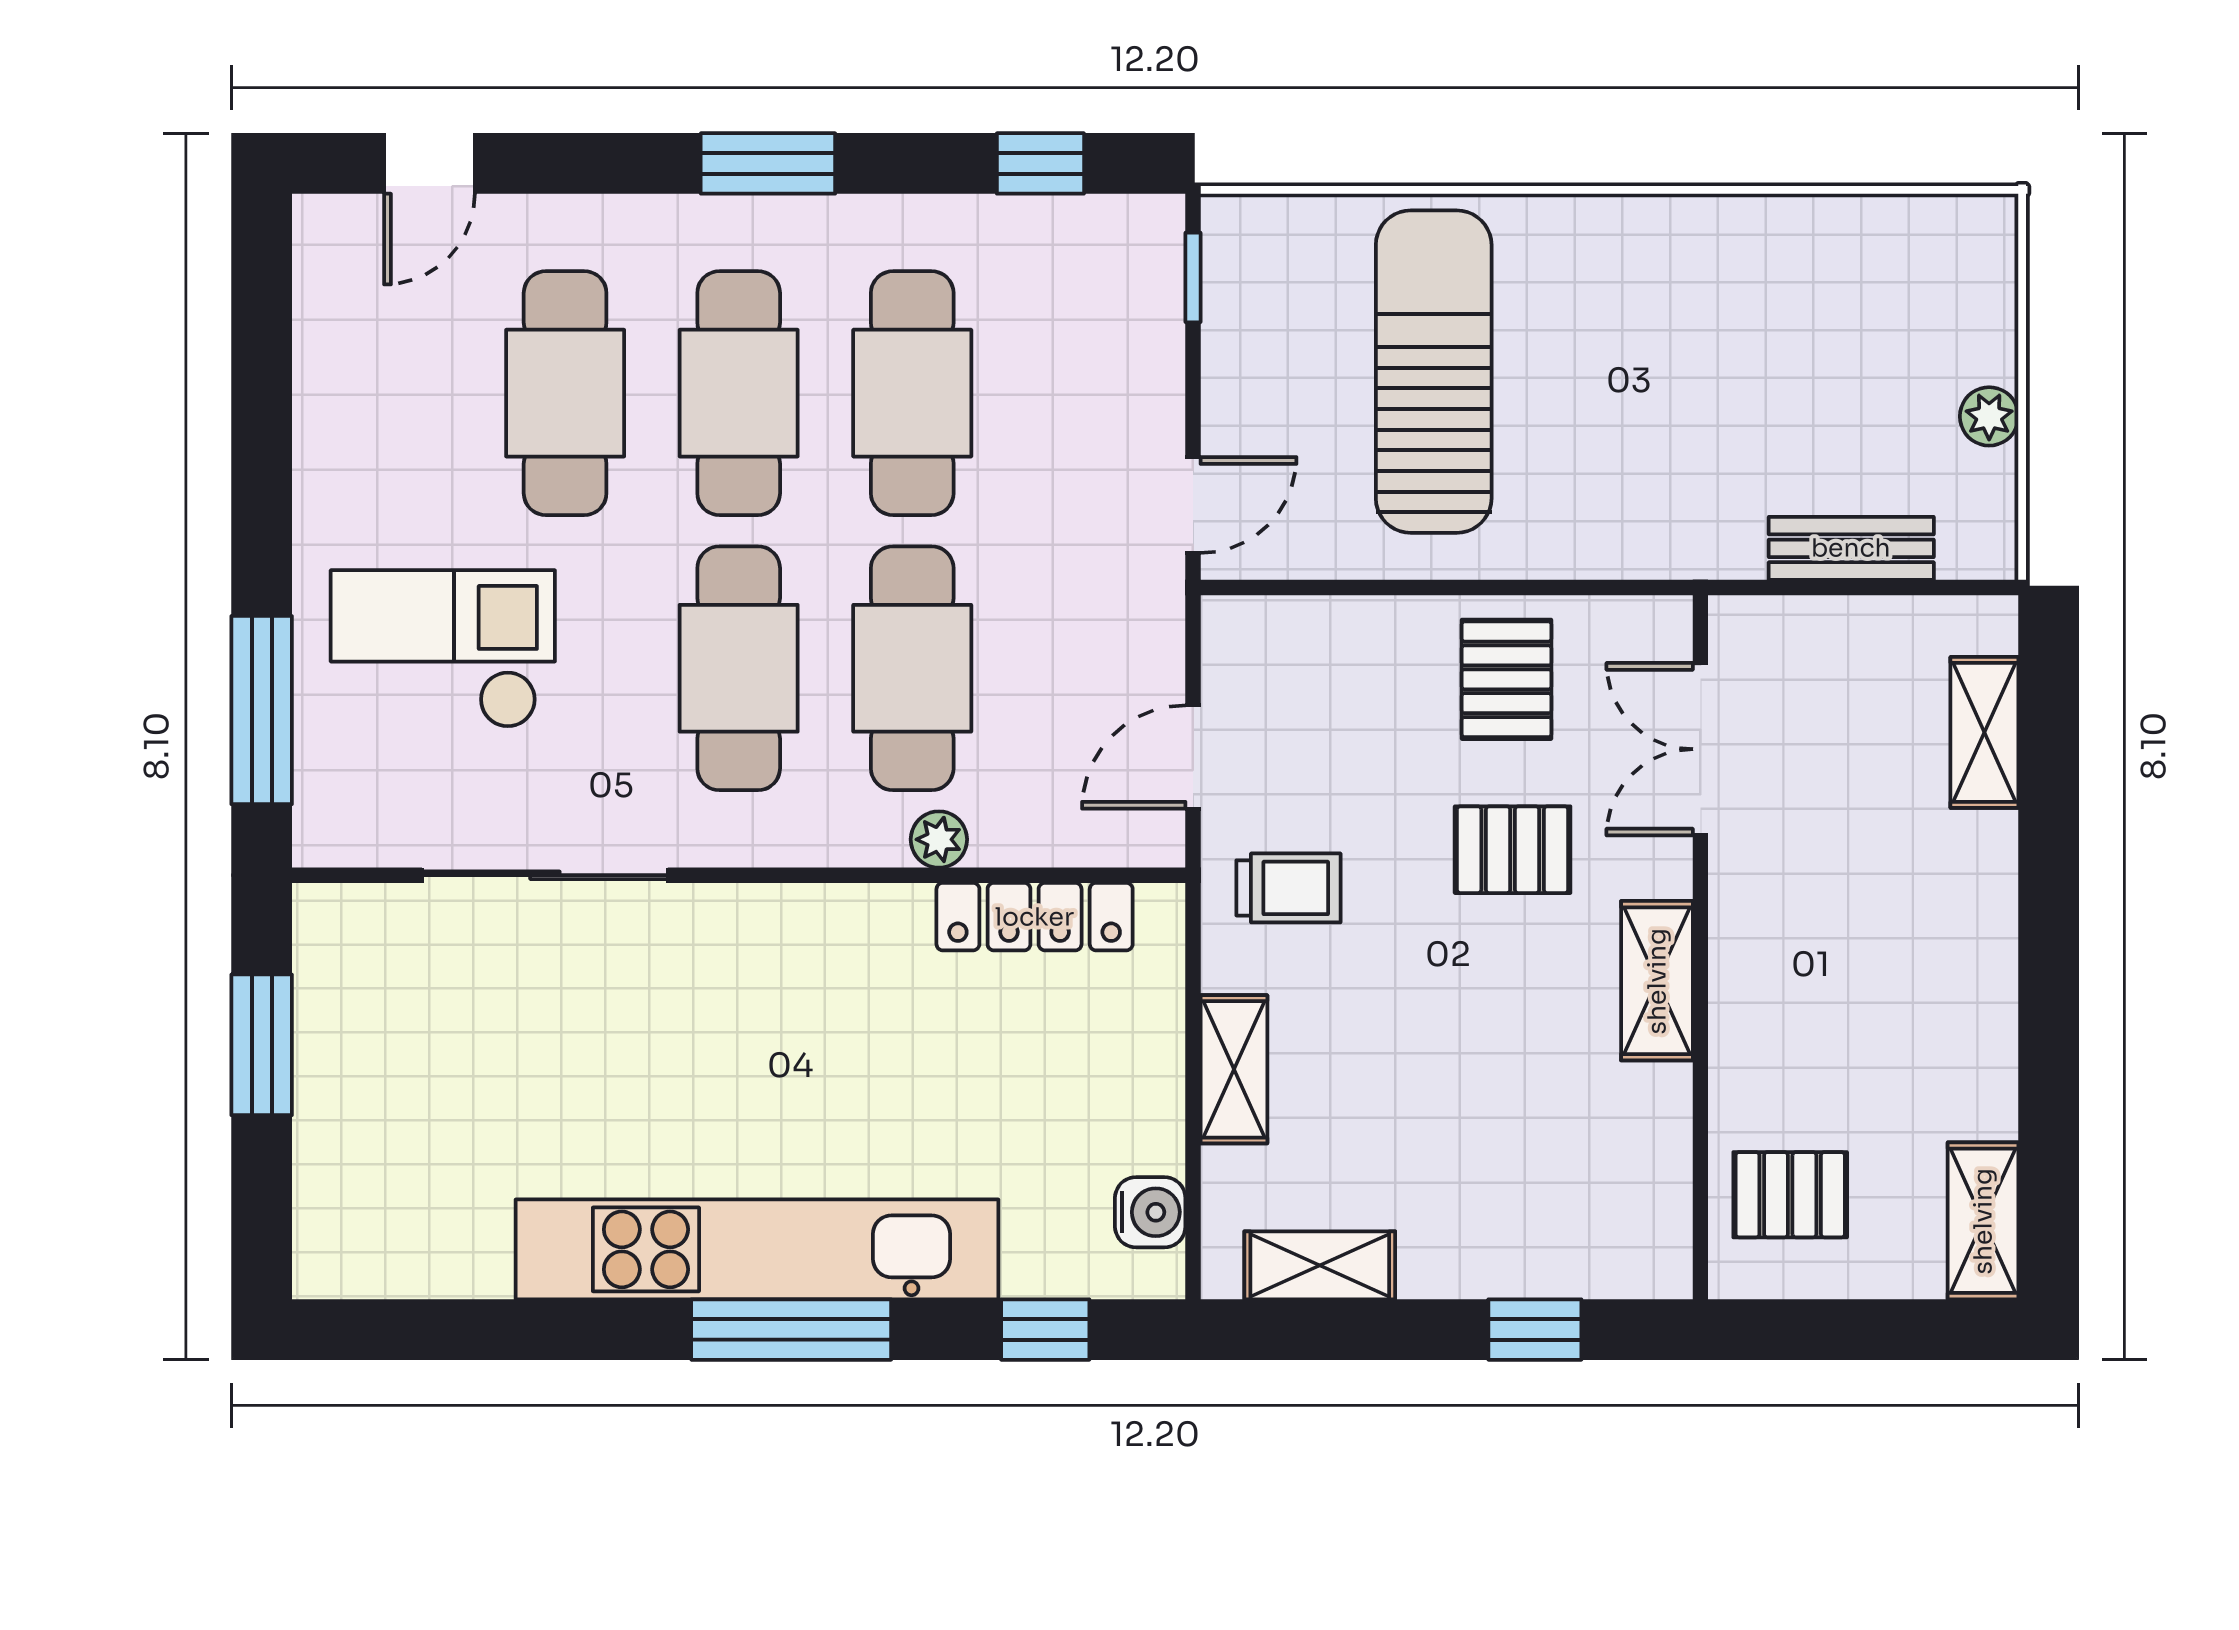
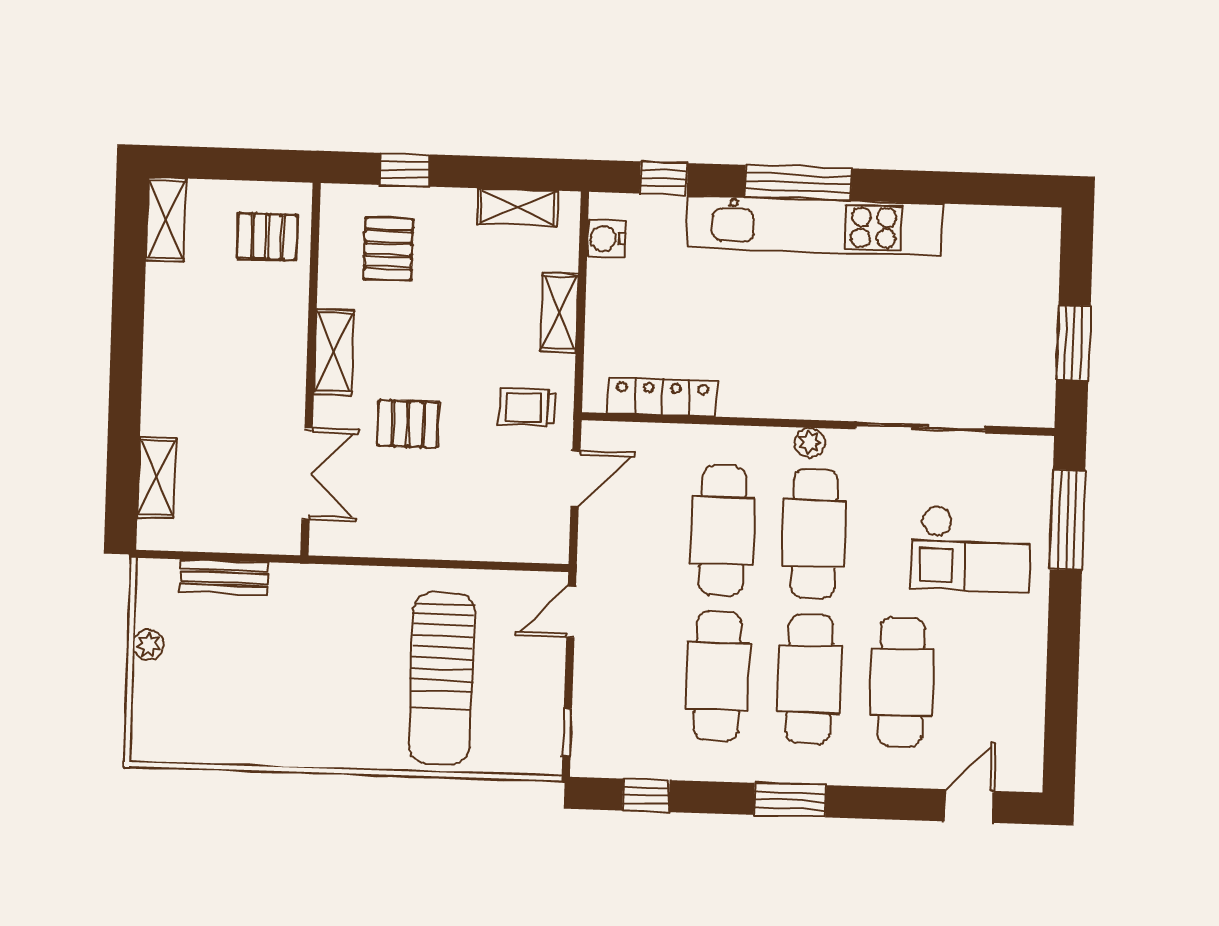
pallet: (1507, 679) -> (388, 249), moved
plant: (939, 839) -> (810, 443), moved

